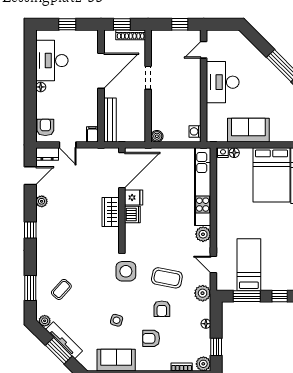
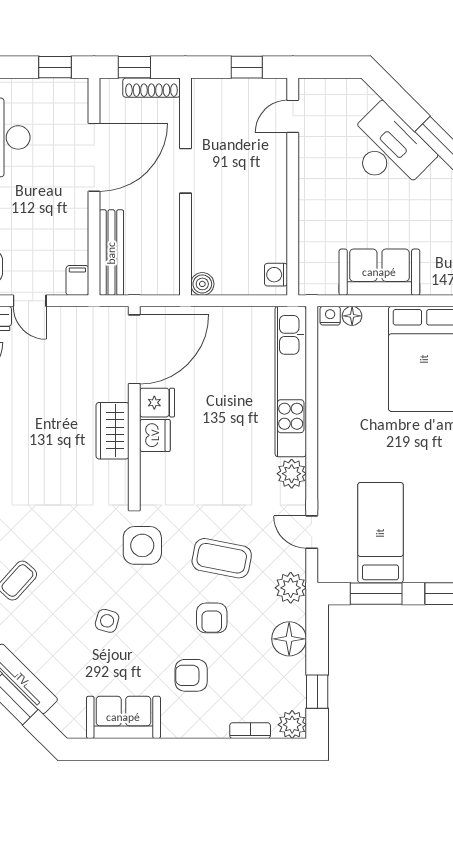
window: (67, 24) -> (55, 67), moved
desk: (223, 82) -> (388, 149), moved, turned 135
side table: (117, 320) -> (107, 621), moved
floor lamp: (206, 324) -> (289, 639), width x1.89, depth x1.89

